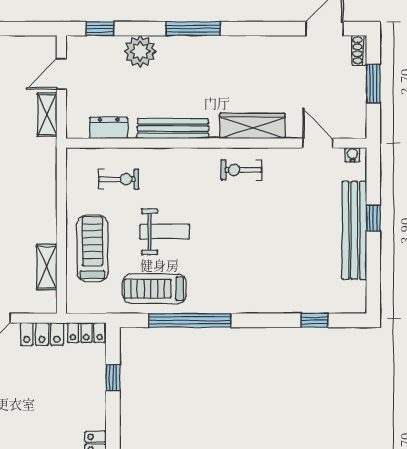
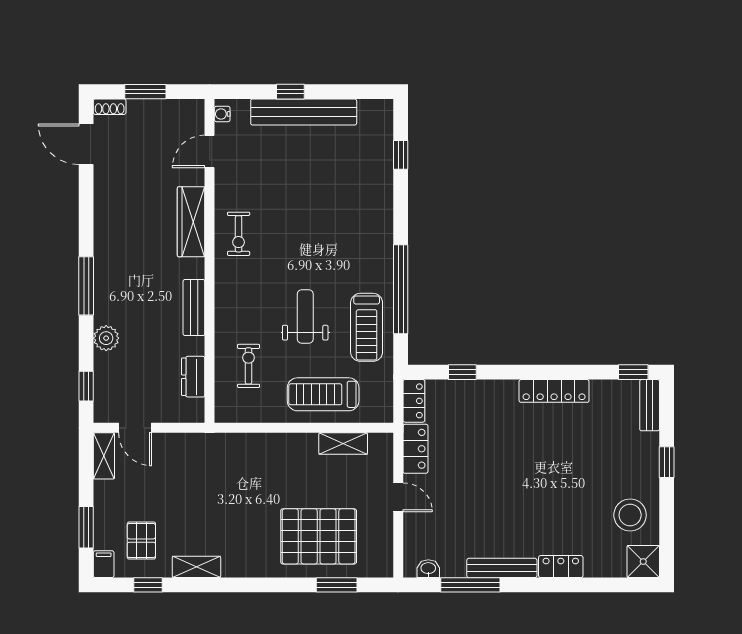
plant: (140, 51) -> (106, 338), width x0.73, depth x0.73
shelving: (47, 115) -> (104, 456), moved, turned 90
bench: (173, 129) -> (194, 308), width x0.73

